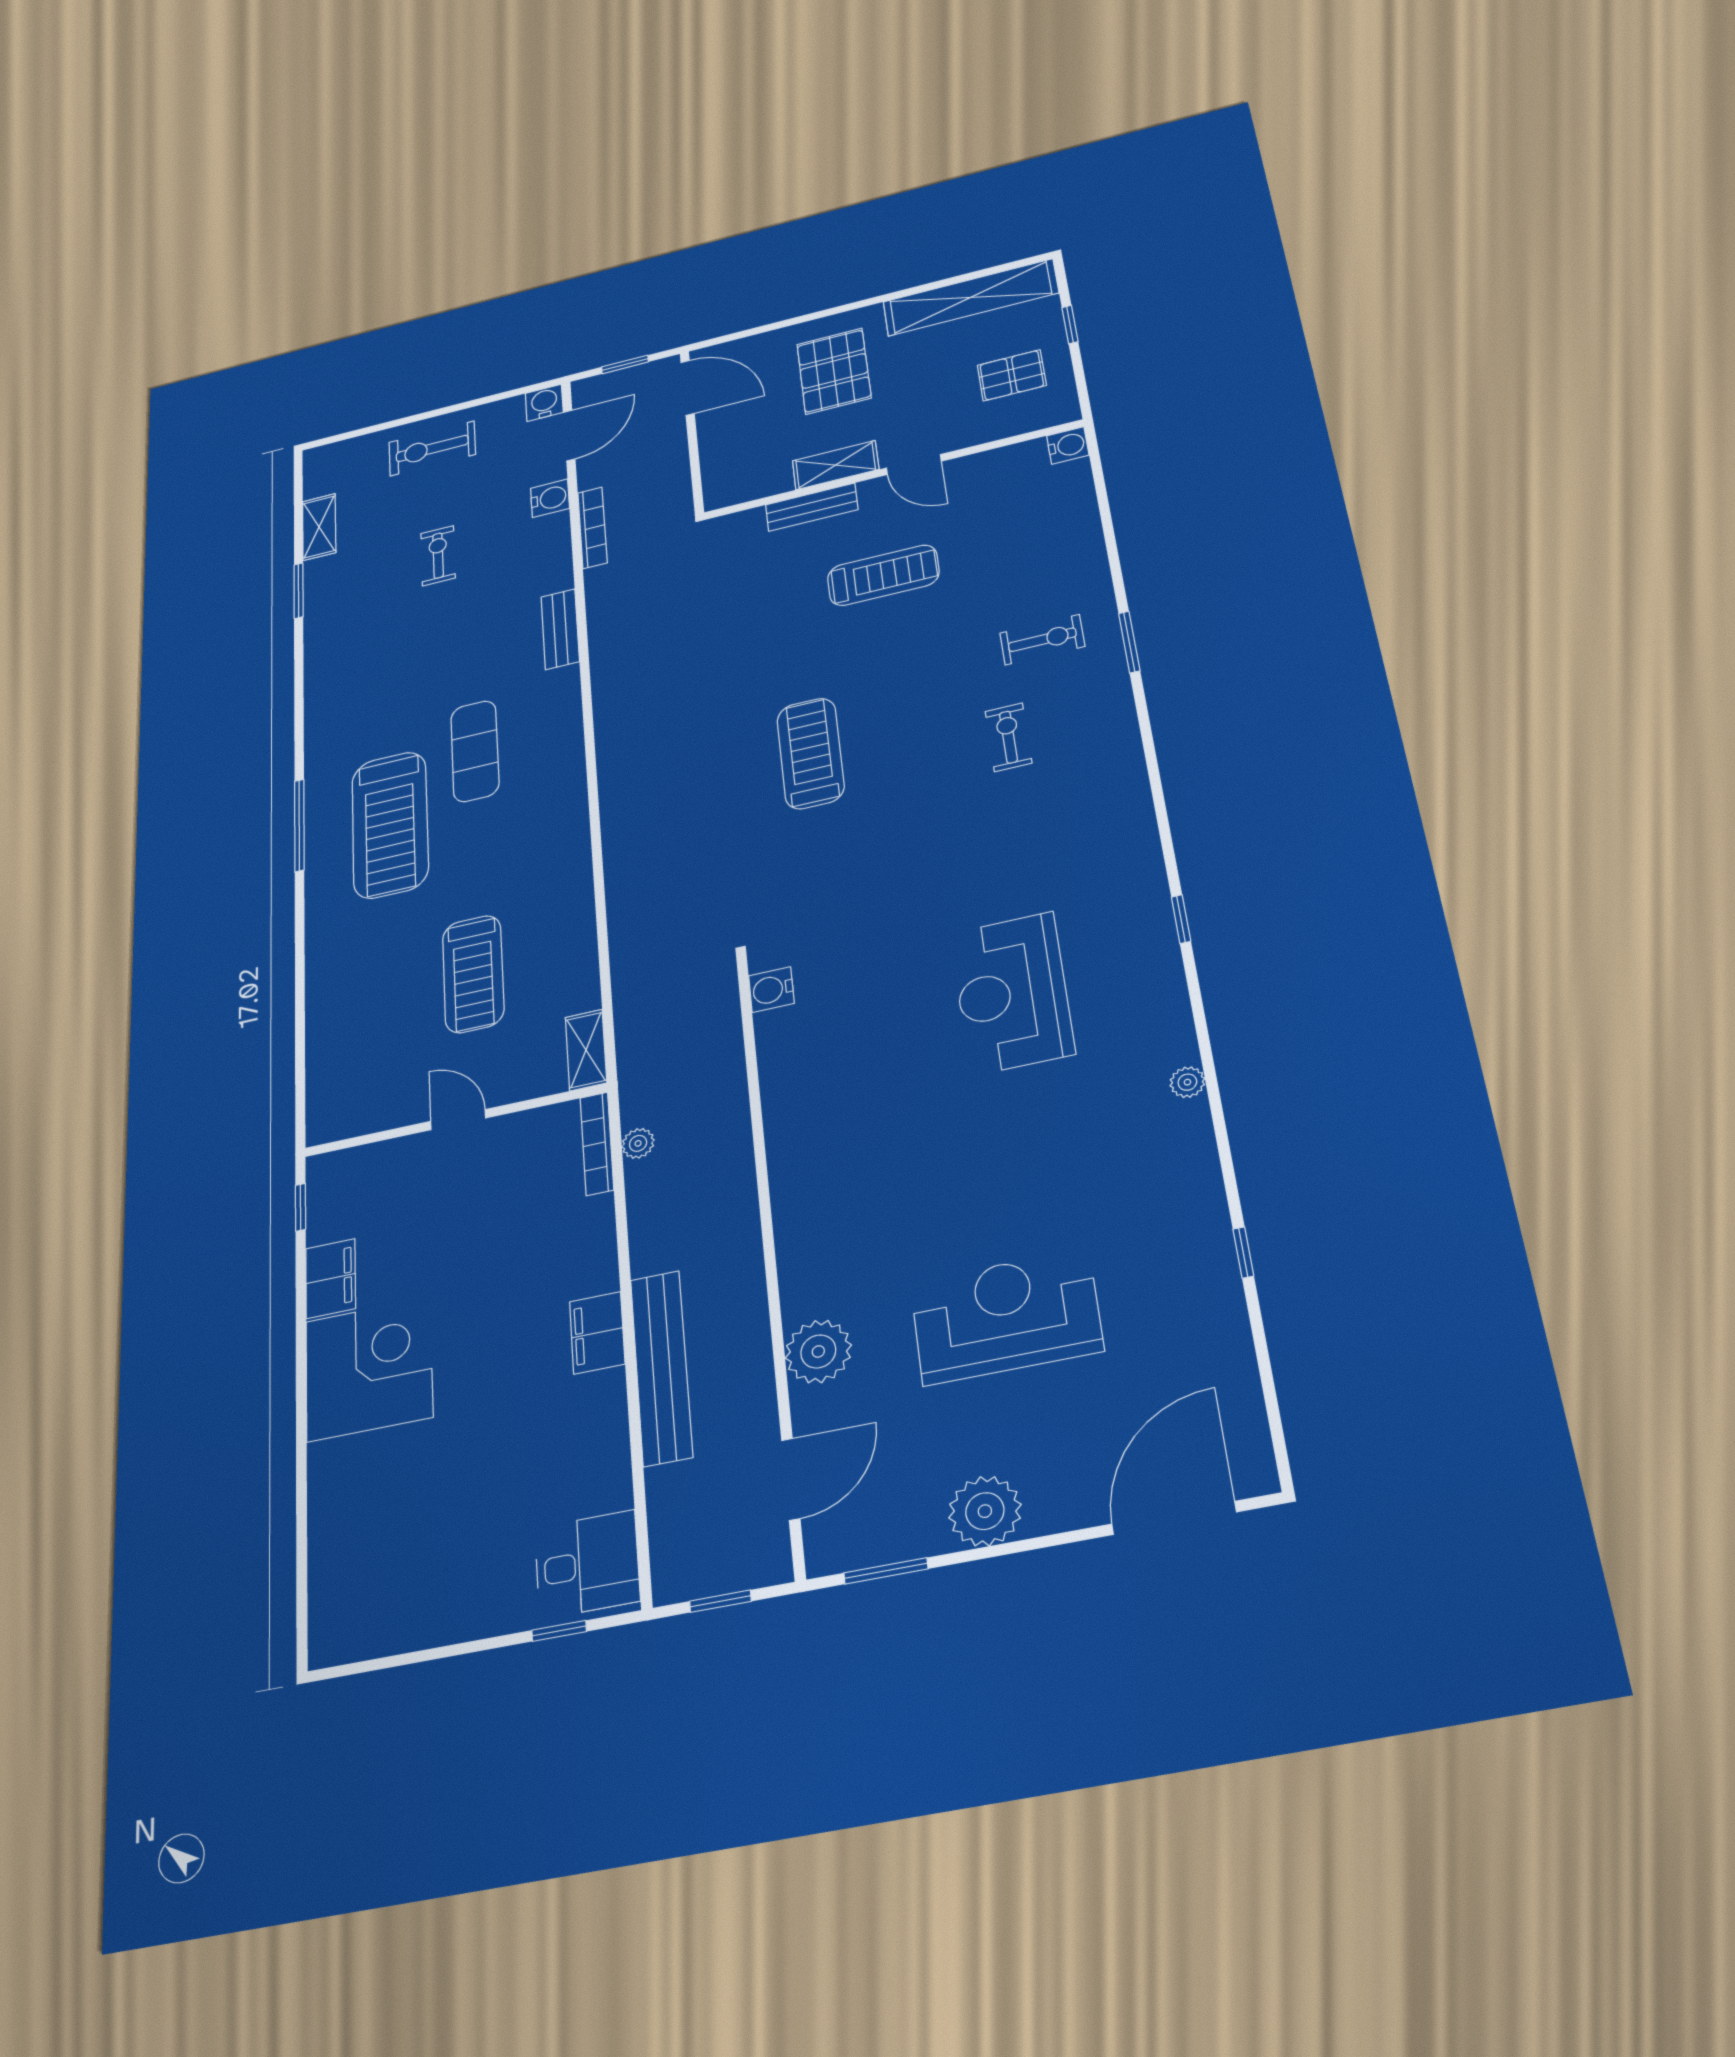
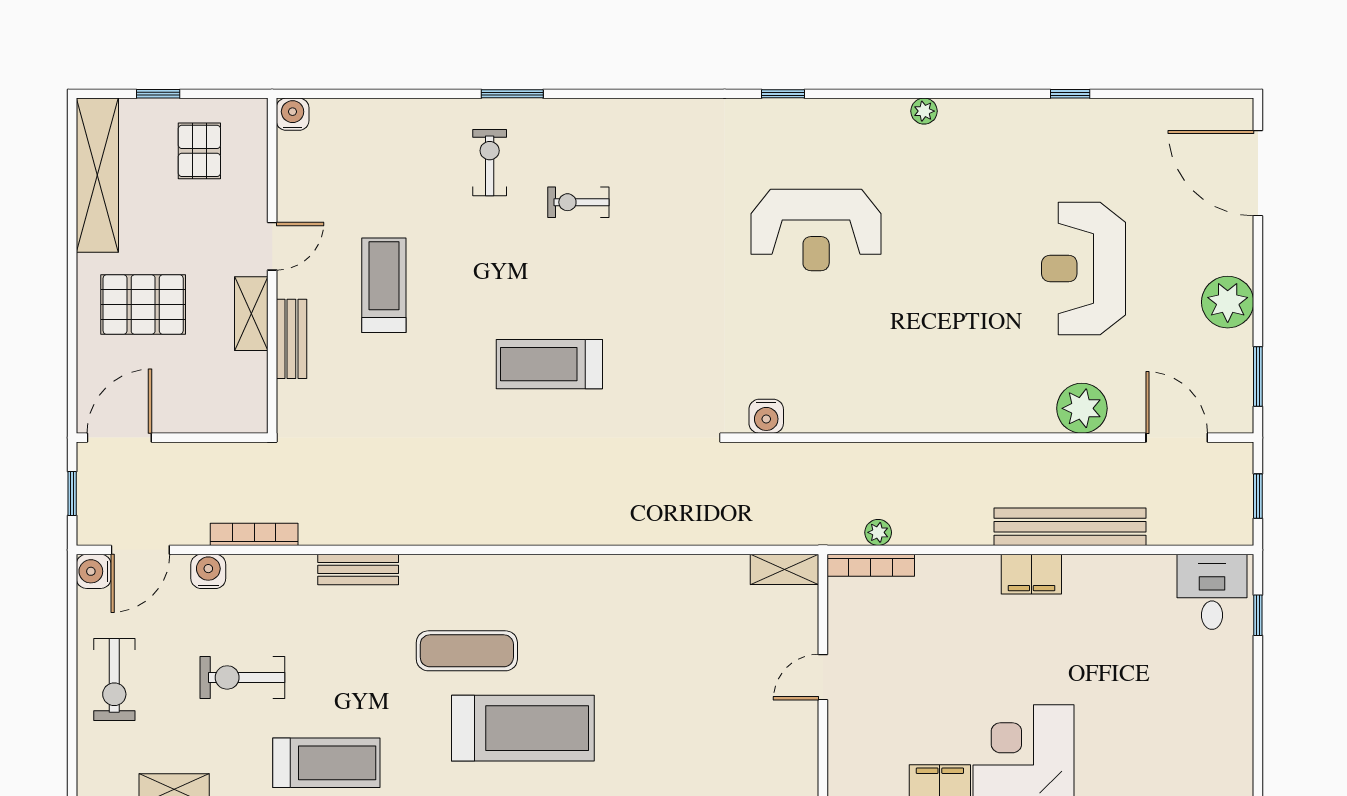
door: (569, 435) -> (140, 550), swing flipped
exercise bike: (438, 556) -> (242, 677), width x1.38, depth x1.39
treadmill: (473, 974) -> (326, 763), moved

